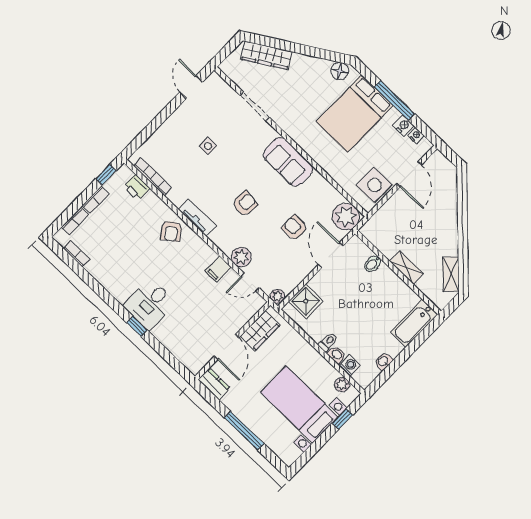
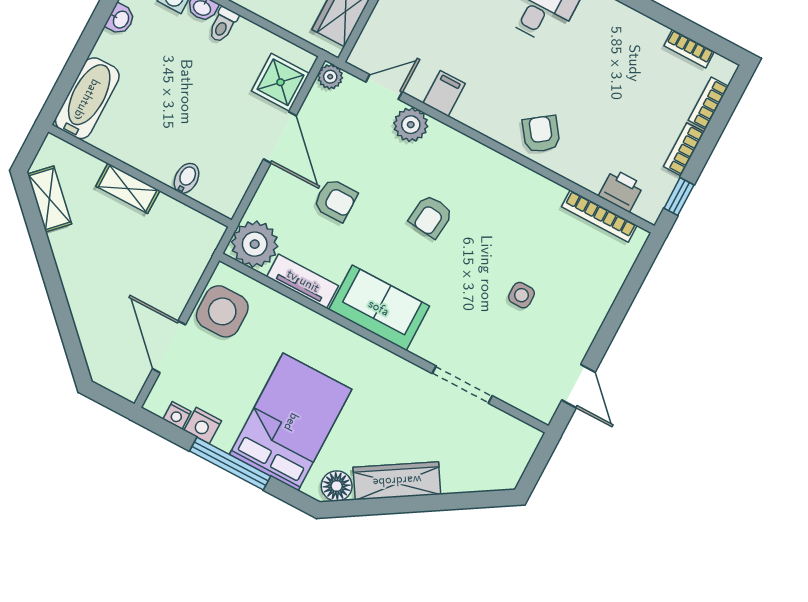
wardrobe: (266, 55) -> (397, 481), moved
tv unit: (197, 218) -> (303, 281), moved, turned 180
door: (331, 255) -> (280, 137), moved

